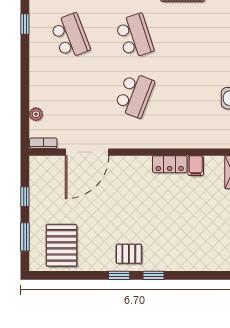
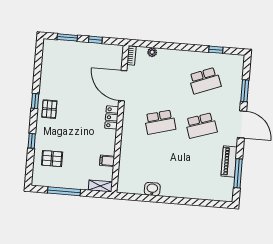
school desk: (135, 95) -> (160, 122), turned -36
locker: (170, 164) -> (112, 117), moved
pallet: (62, 245) -> (52, 159), moved, width x0.67, depth x0.71
window: (153, 275) -> (32, 141), moved

